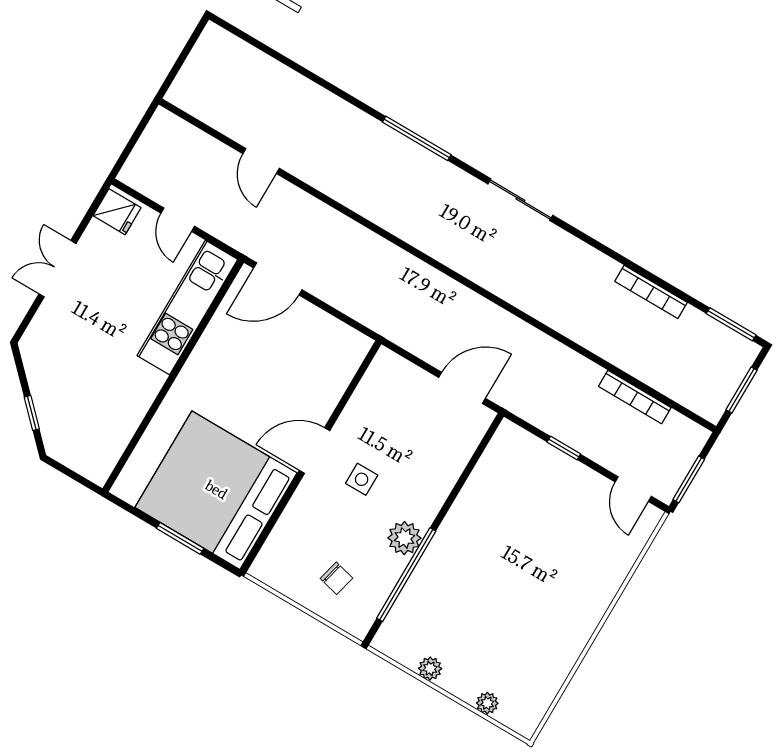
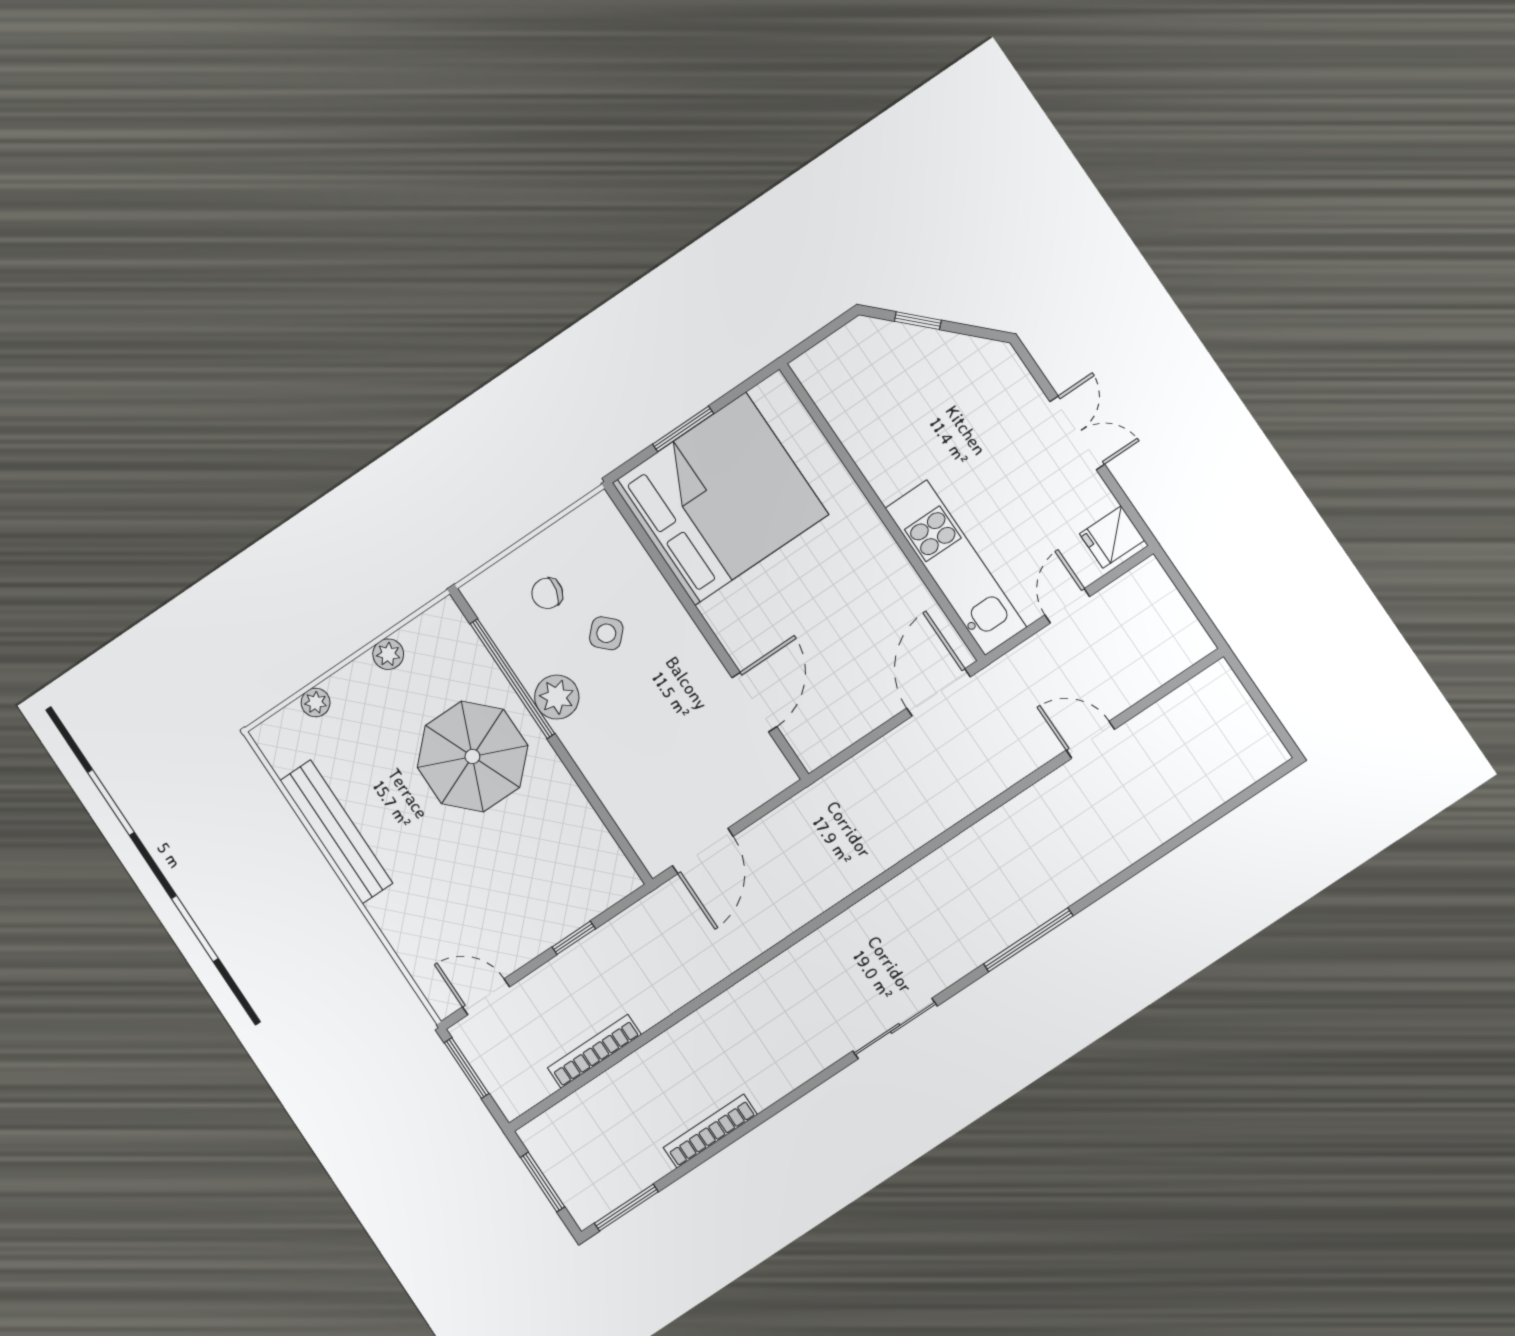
door: (178, 220) -> (1067, 606), hinge flipped
door: (314, 450) -> (754, 702), moved
side table: (362, 479) -> (606, 633), moved, turned 45
parasol: (473, 577) -> (472, 756), added
bench: (569, 646) -> (336, 832), added

